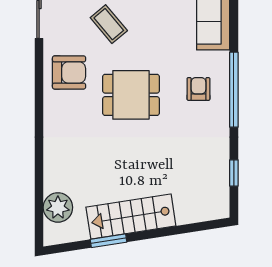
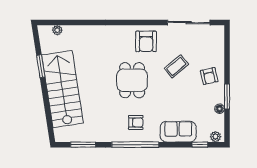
window: (234, 173) -> (83, 145), width x1.50
plant: (58, 207) -> (57, 30), width x0.53, depth x0.53
stairs: (131, 216) -> (62, 89), width x1.36, depth x1.51

